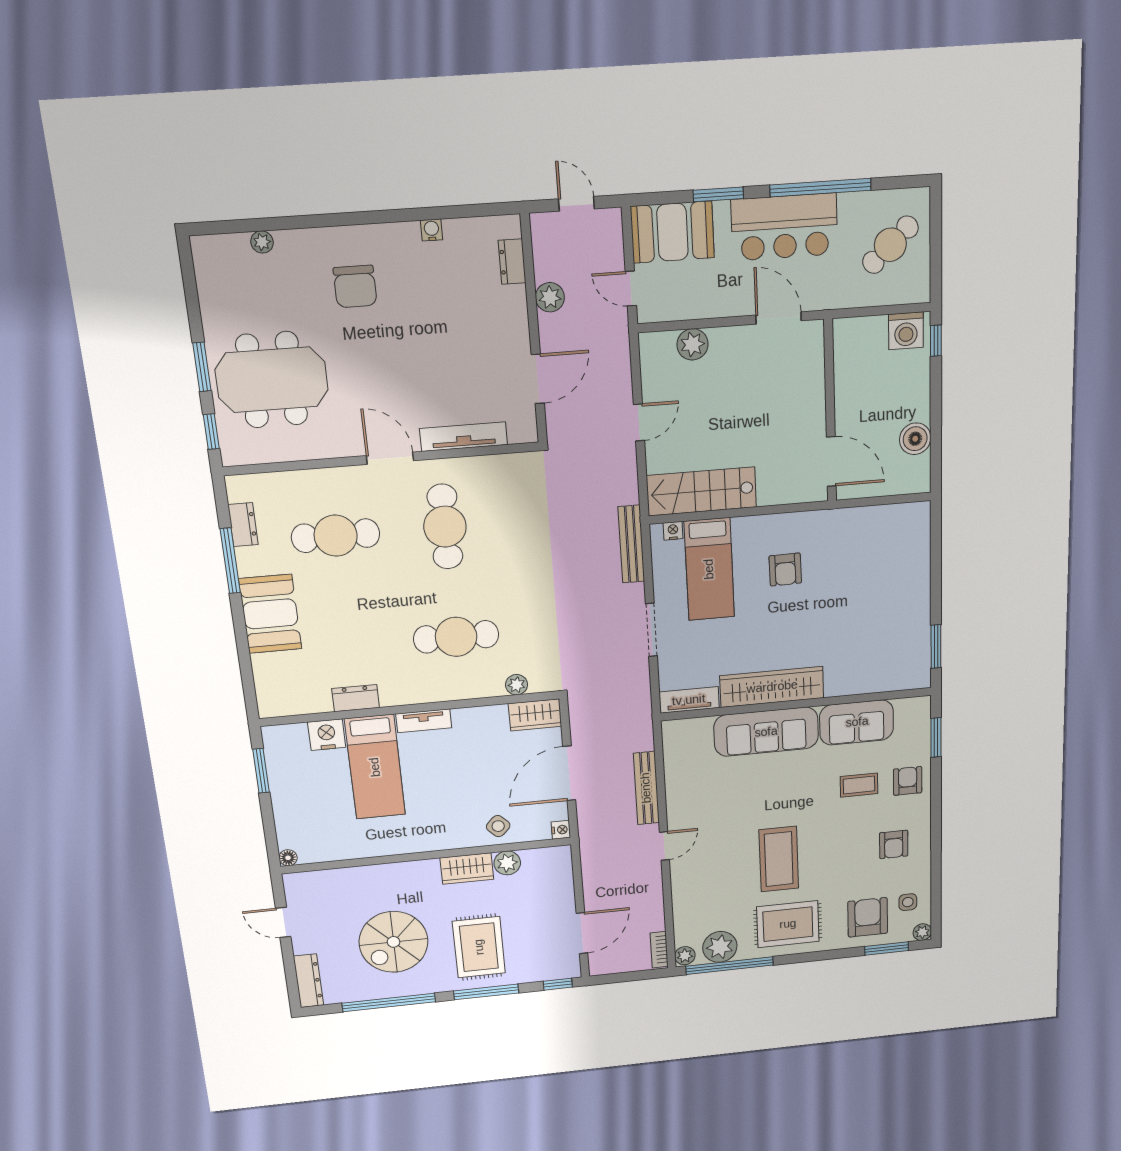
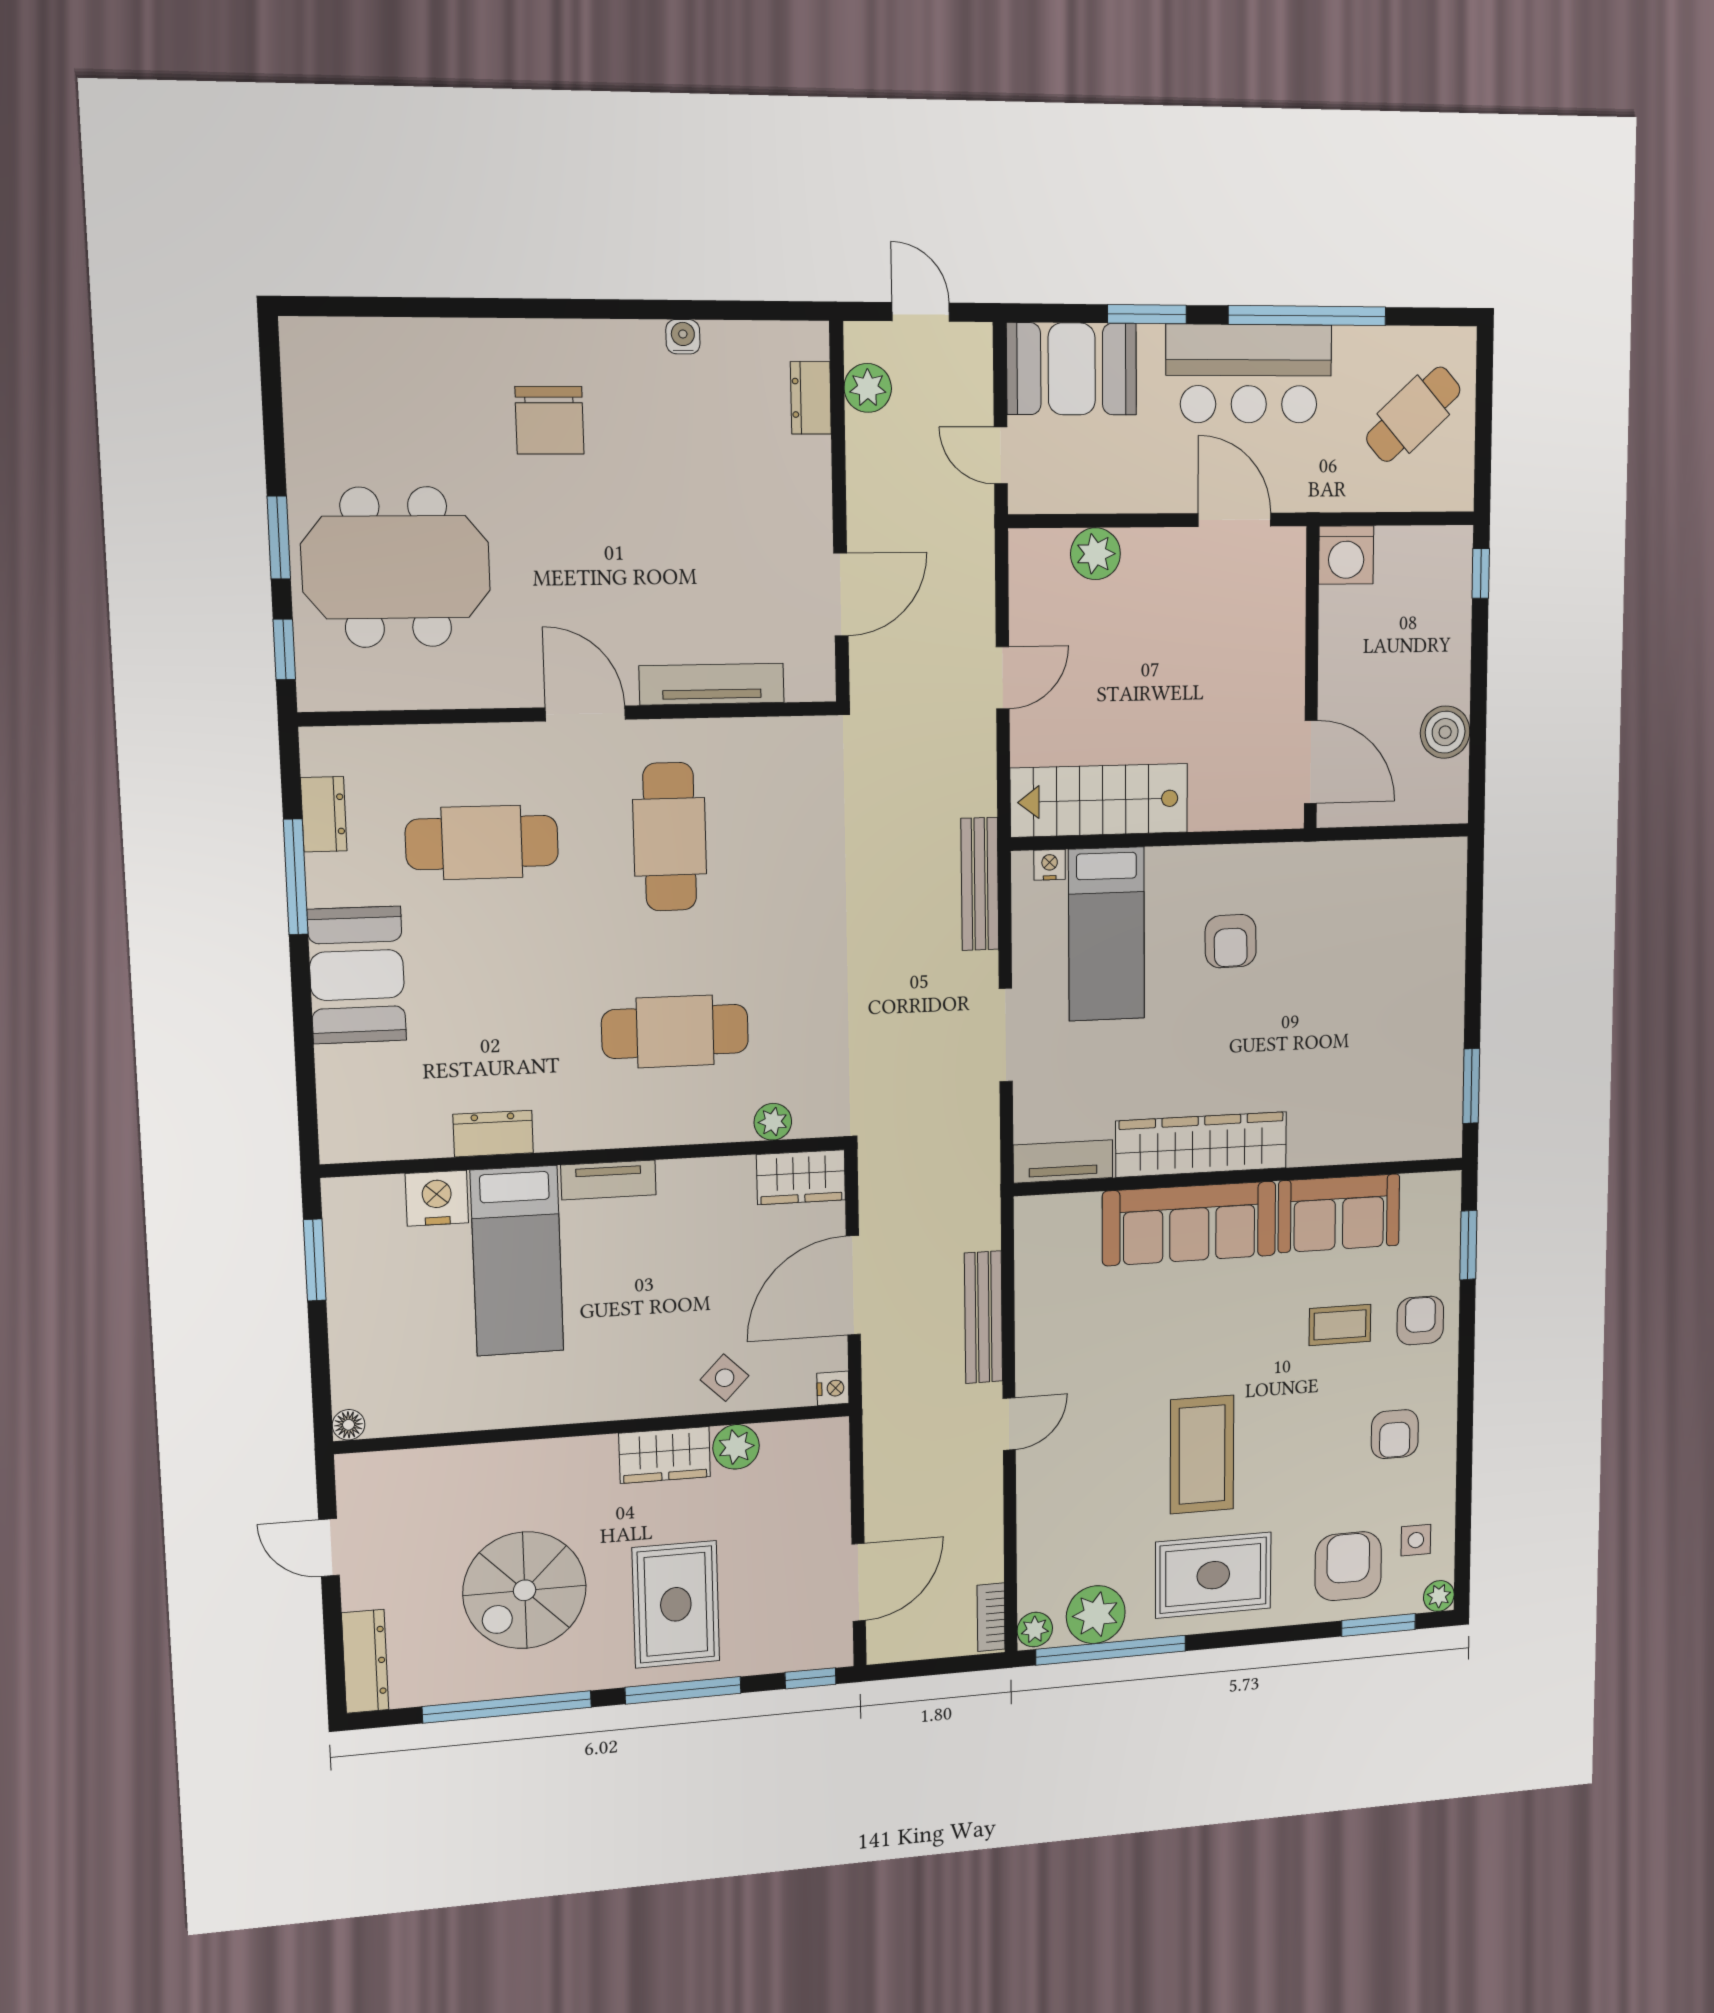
plant: (262, 242) -> (400, 336), removed
plant: (550, 297) -> (868, 388), moved
washing machine: (906, 331) -> (1346, 555), moved

